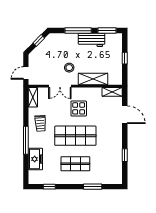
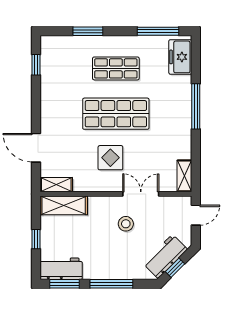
workbench: (91, 40) -> (61, 269), moved
workbench: (45, 47) -> (165, 256), added
shelving: (93, 79) -> (64, 205), moved
trolley: (40, 123) -> (172, 134), removed
window: (125, 155) -> (36, 65), moved
freezer: (35, 159) -> (180, 57), moved
window: (49, 187) -> (158, 31), width x2.17

